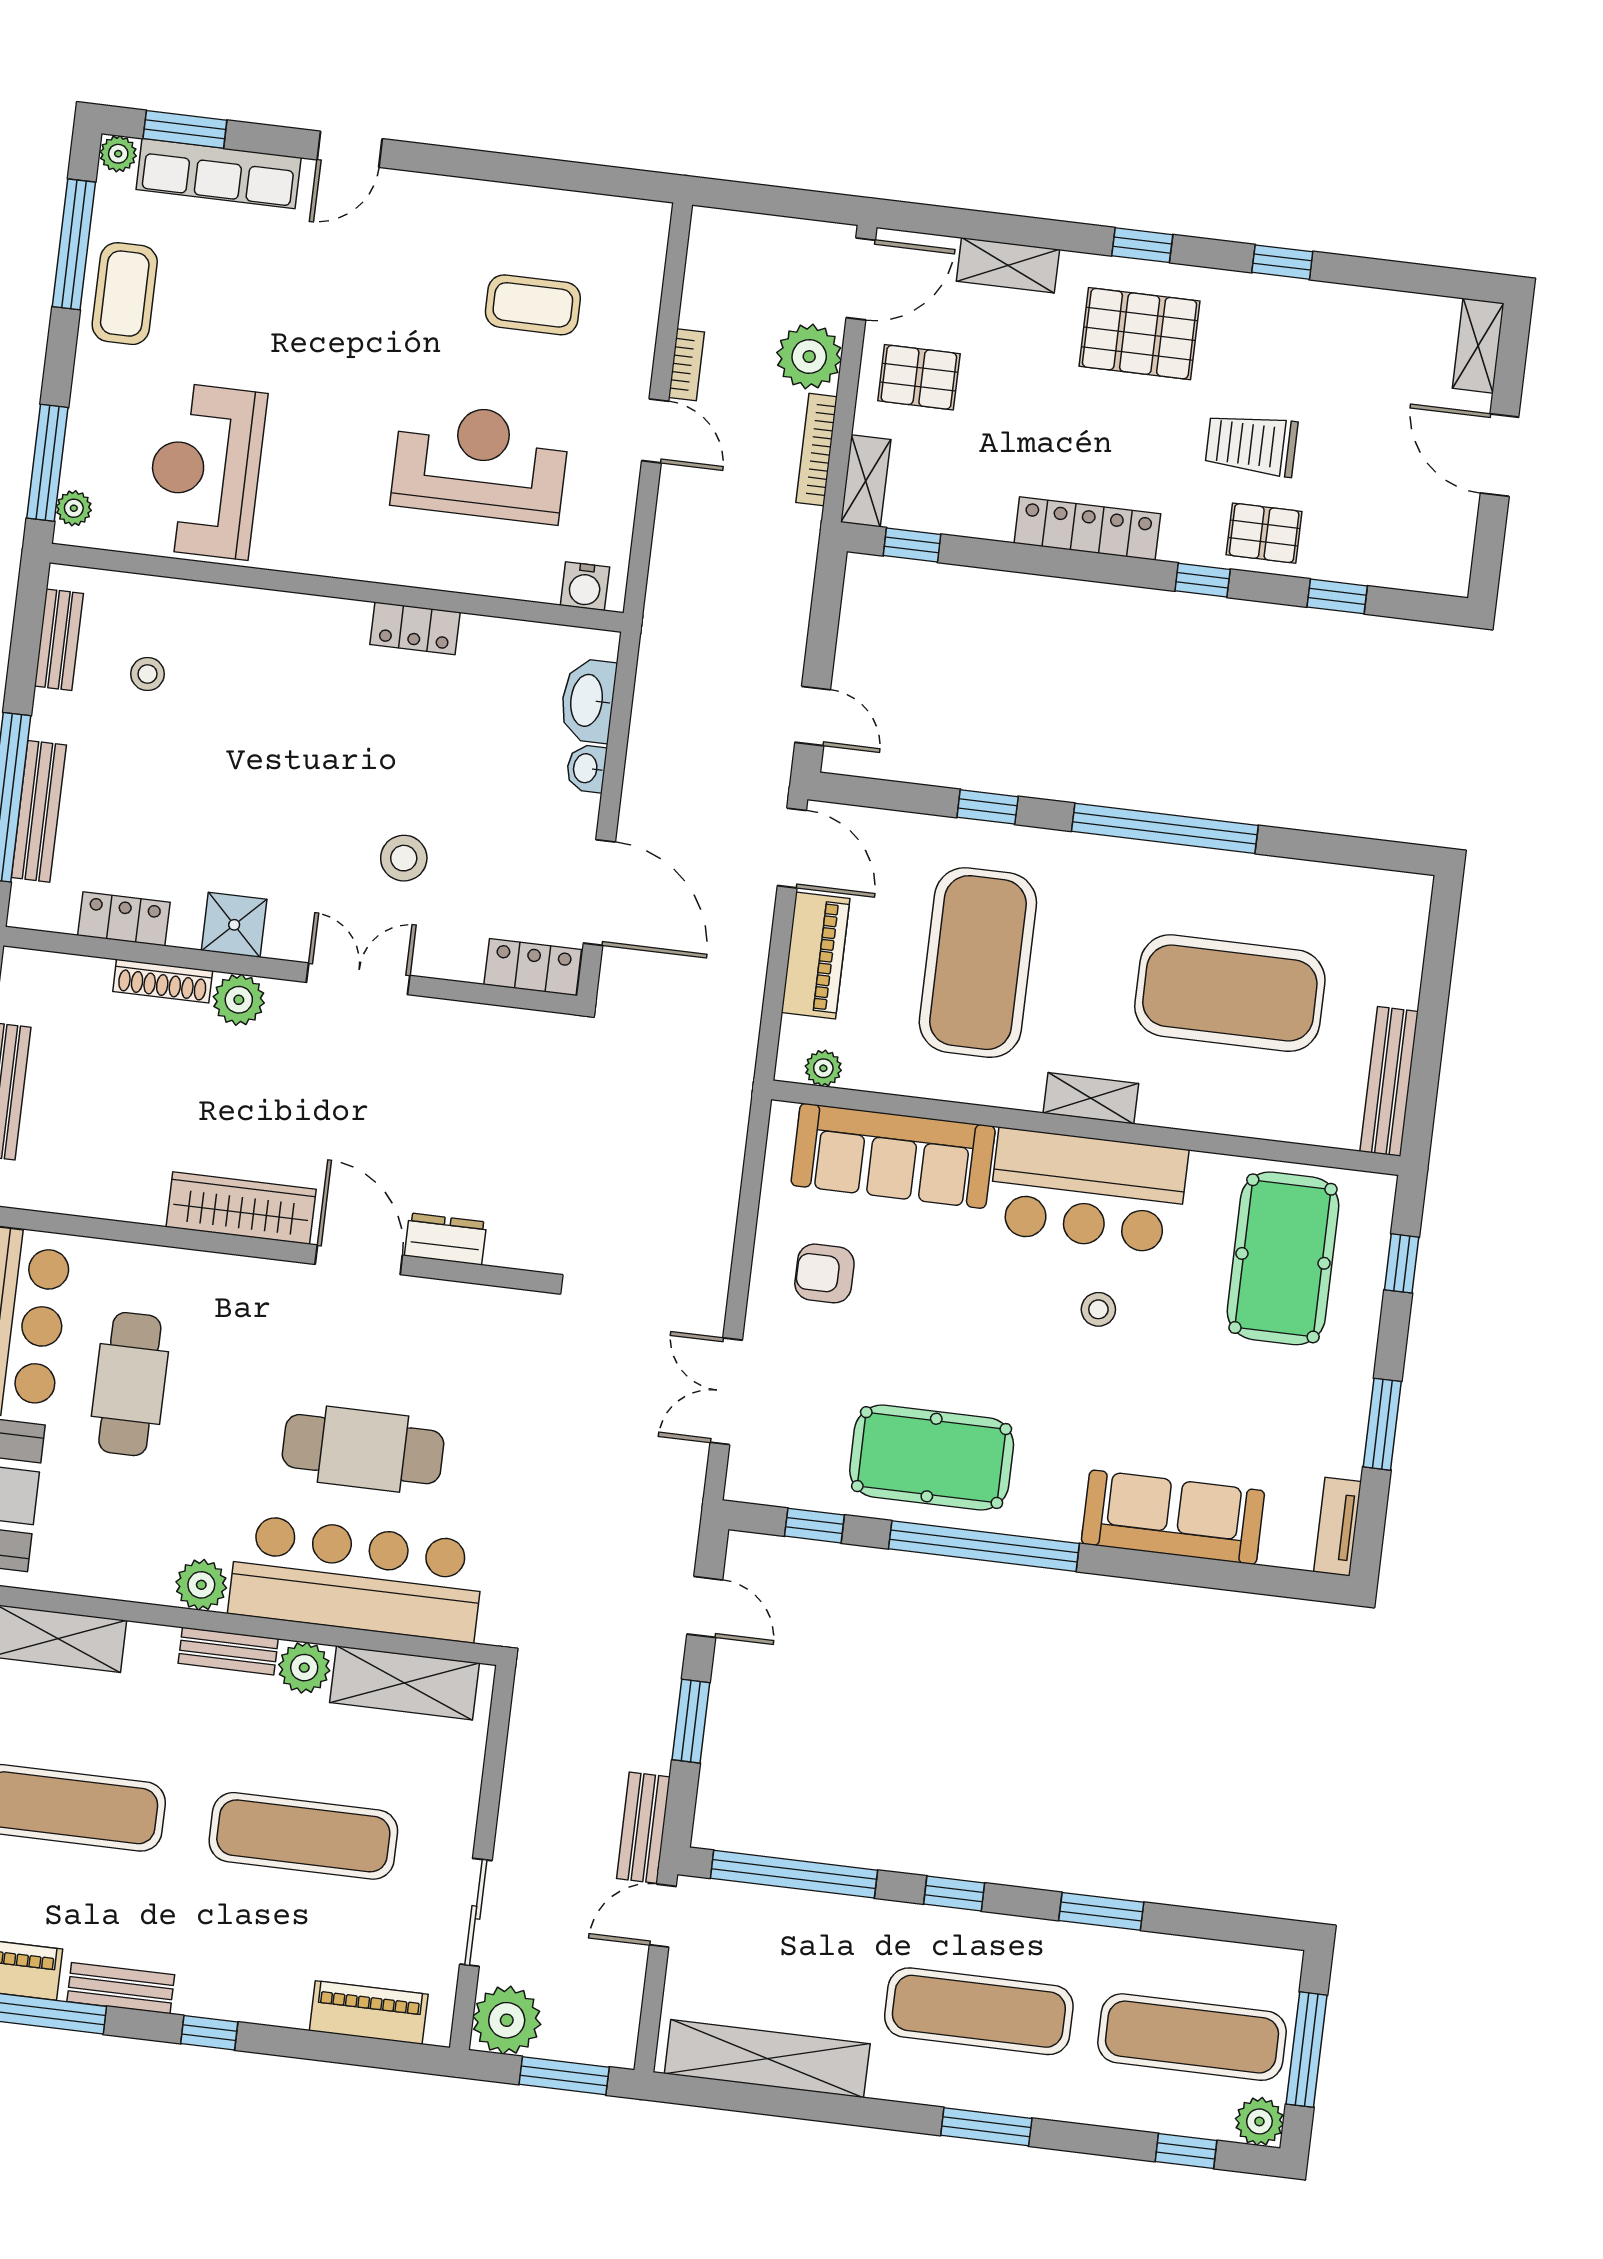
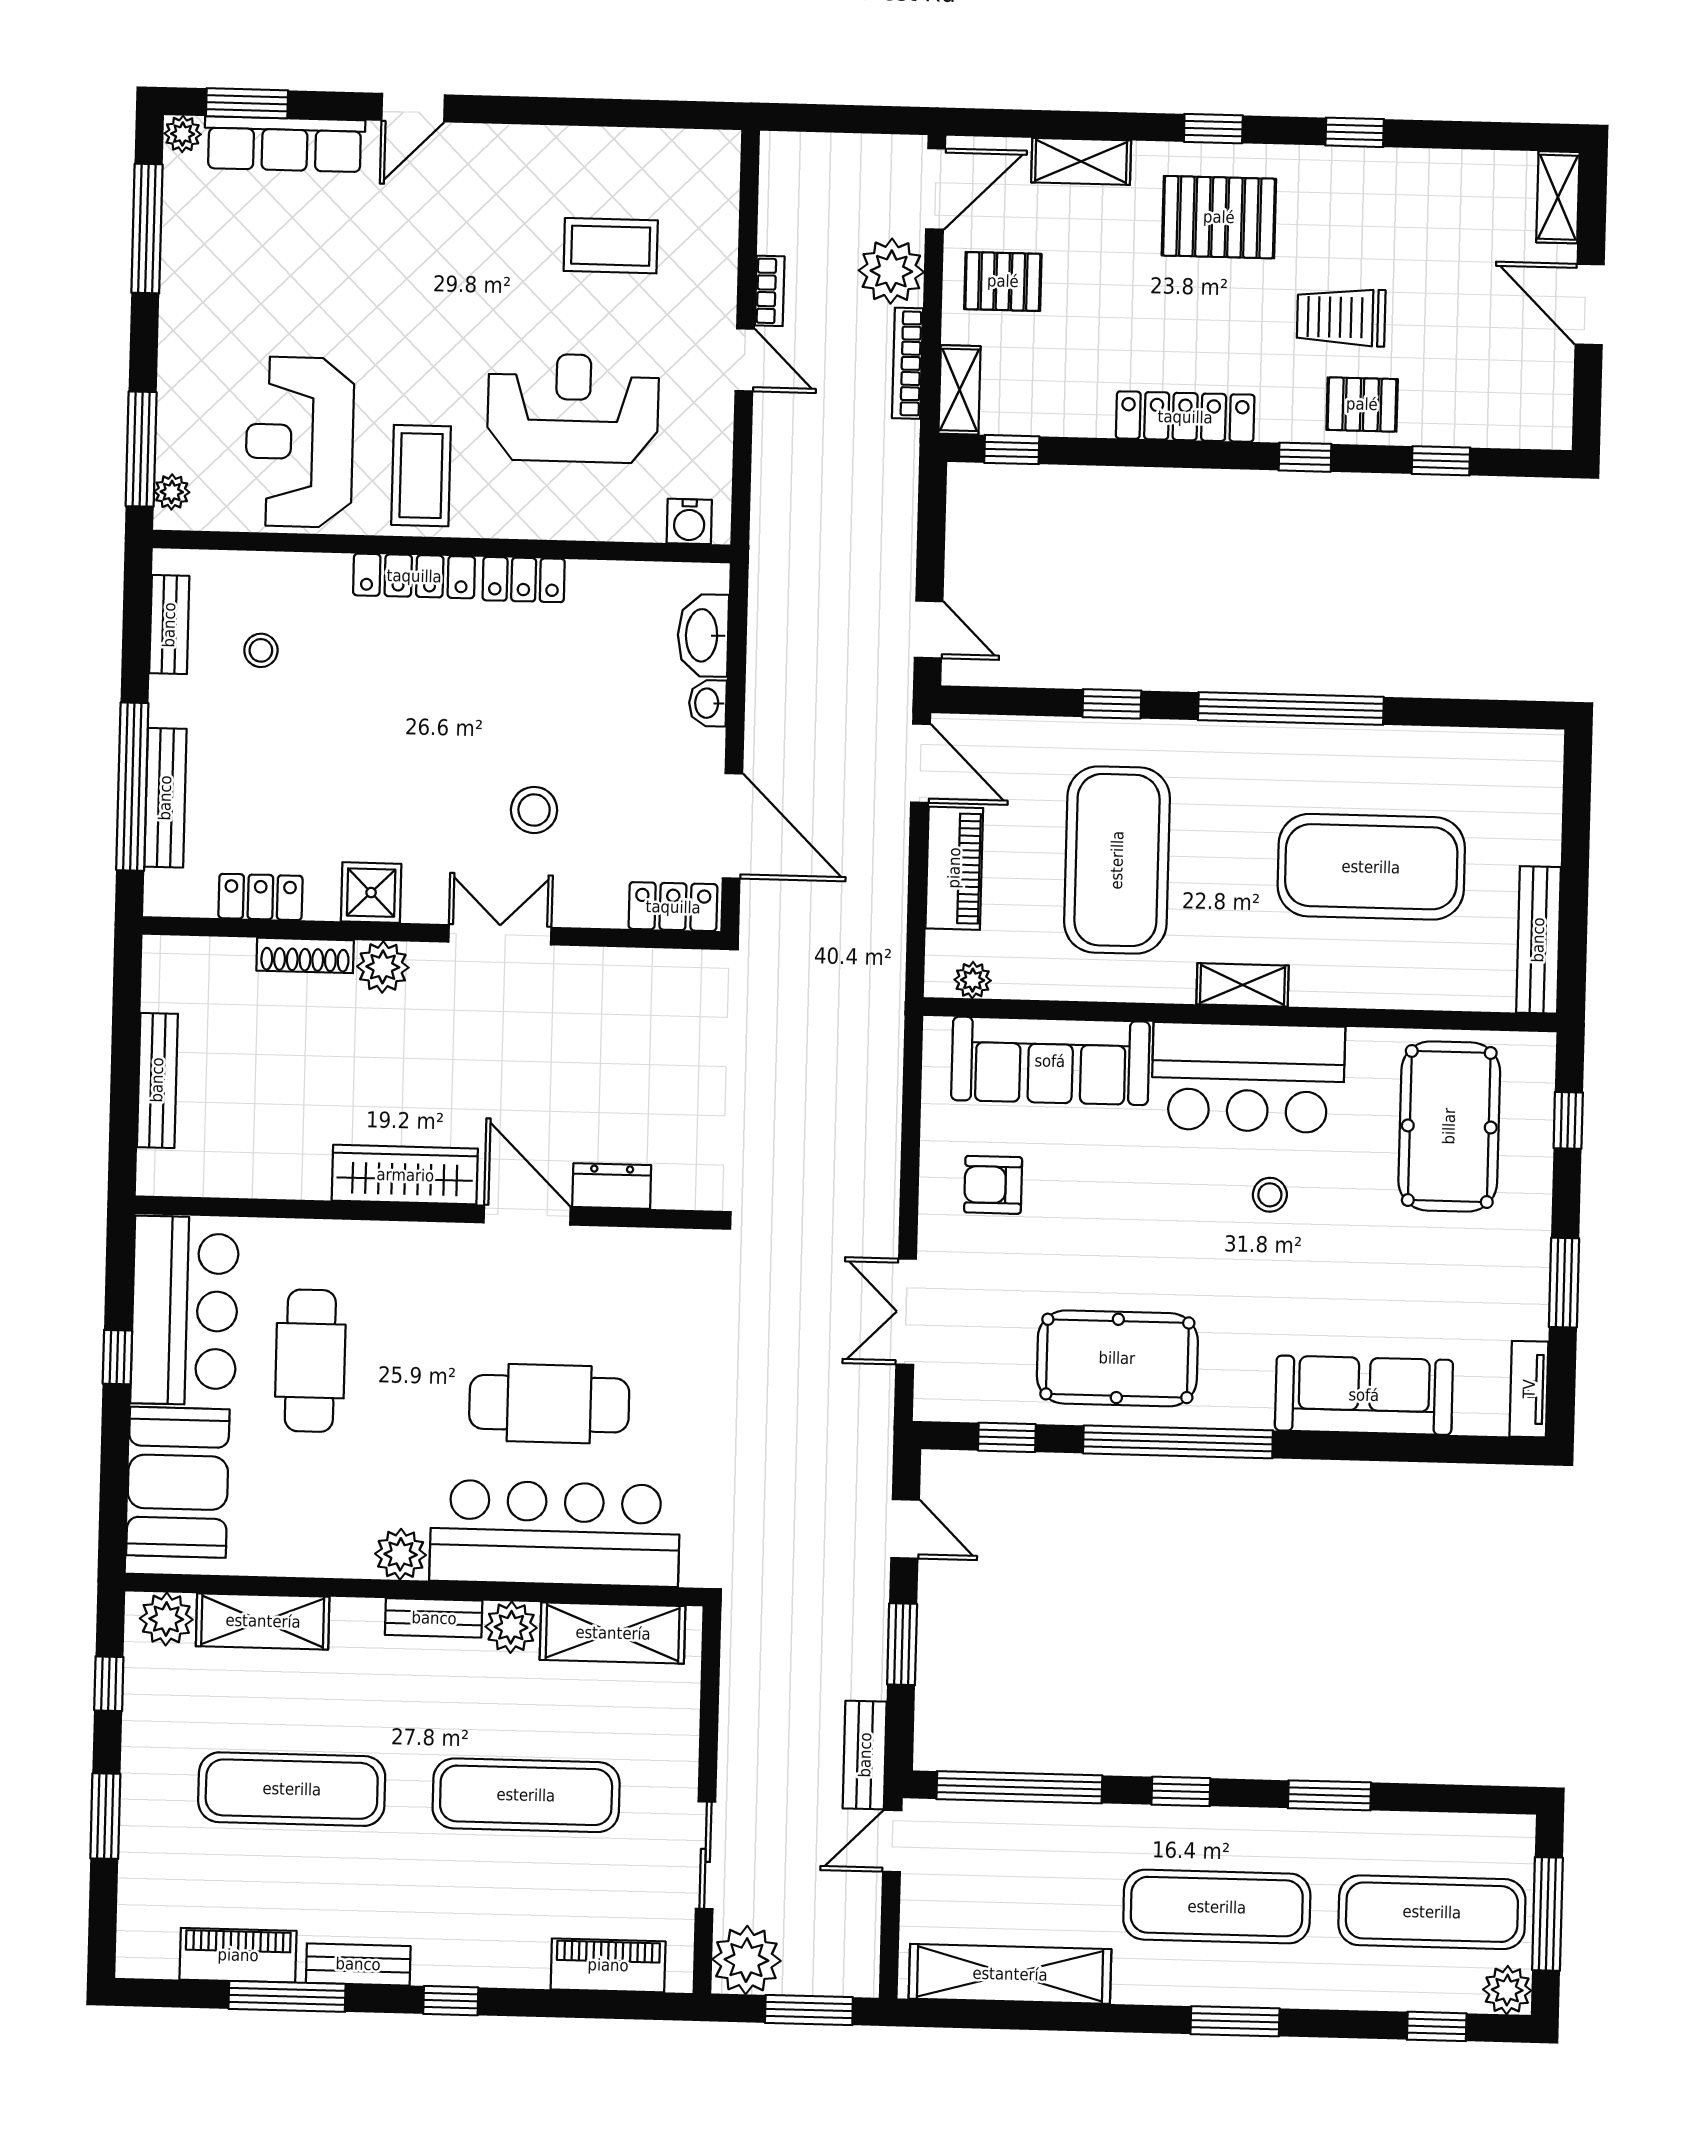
coffee table: (125, 294) -> (421, 476), moved
locker: (307, 614) -> (414, 576), added

